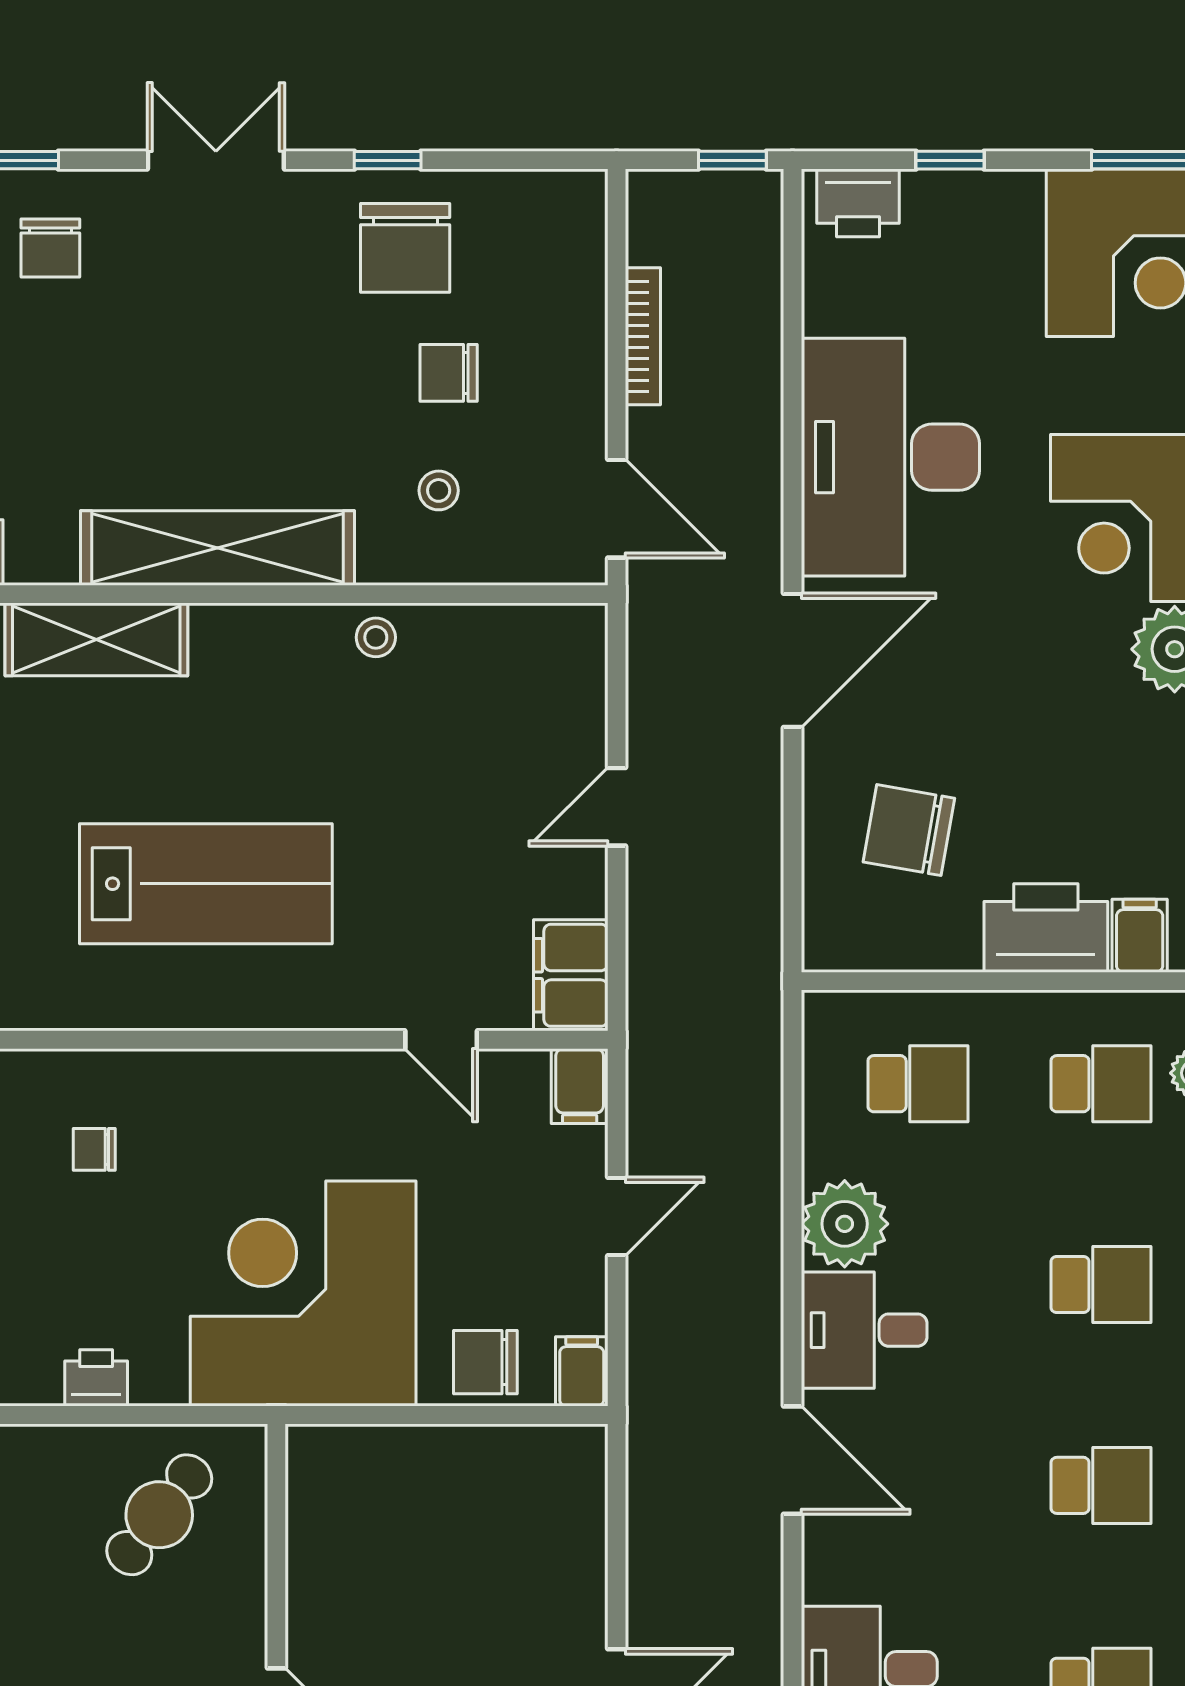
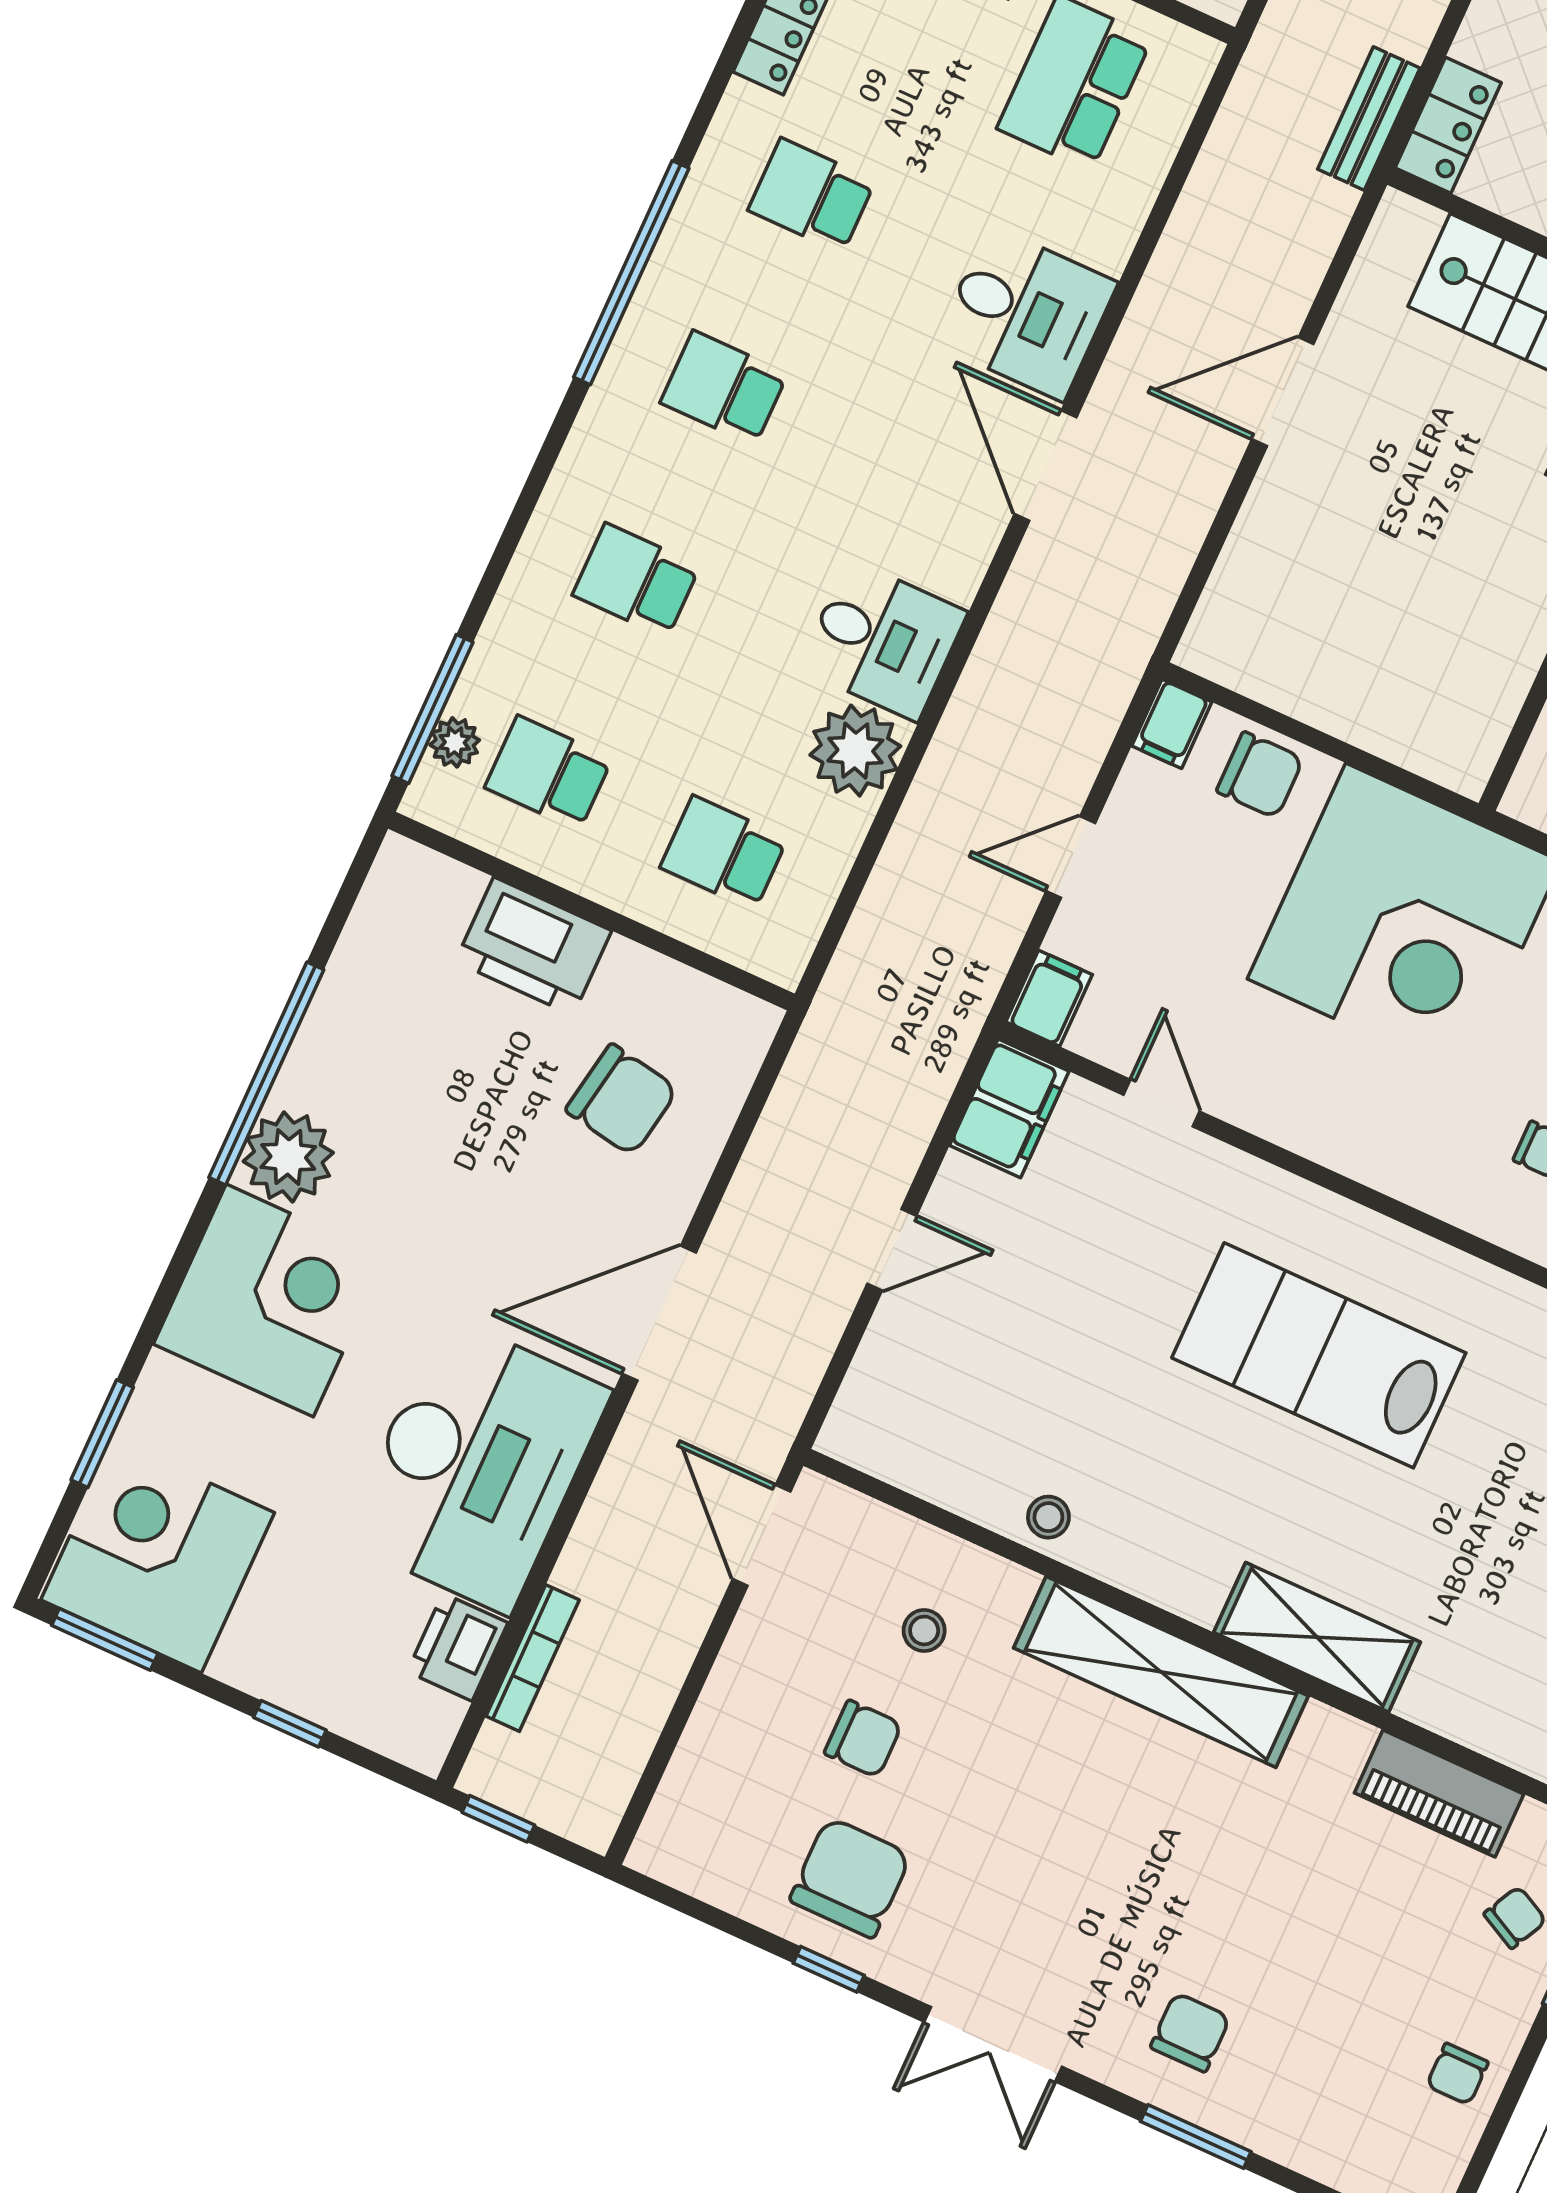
printer: (858, 203) -> (458, 1647), moved, turned -90
bookcase: (643, 336) -> (533, 1658), moved, turned 180
filing cabinet: (1140, 936) -> (447, 898), removed
door: (792, 1460) -> (1046, 466), moved

